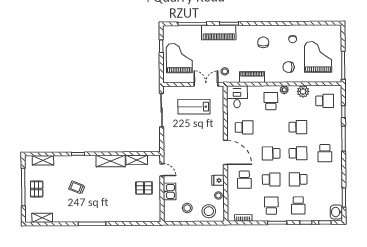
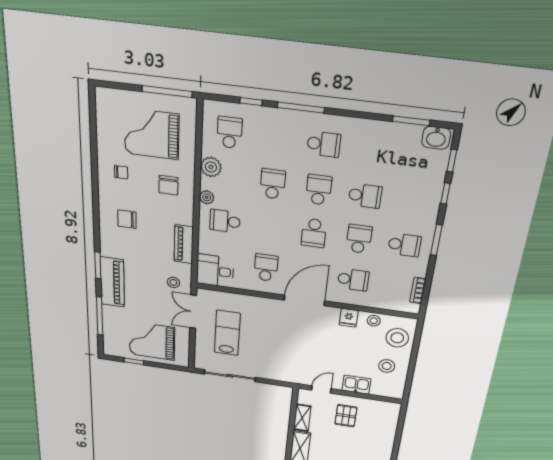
lab bench: (194, 107) -> (227, 333), turned 180
school desk: (298, 179) -> (365, 196), turned -90
school desk: (298, 205) -> (412, 202), removed
school desk: (271, 206) -> (404, 245), turned 180

